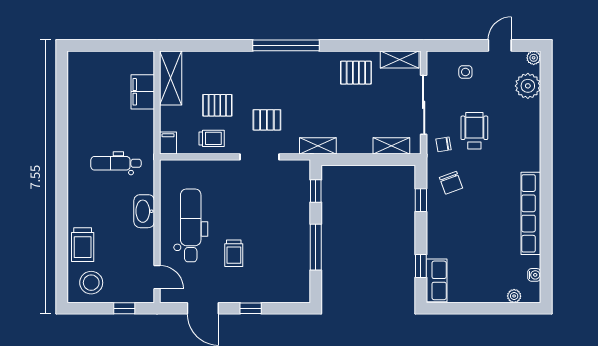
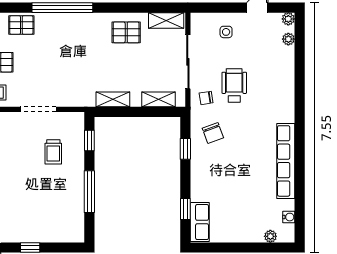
plant: (528, 86) -> (288, 39), width x0.53, depth x0.53
pallet: (267, 120) -> (21, 25), moved
shelving: (318, 146) -> (113, 99), moved
trolley: (234, 253) -> (53, 152), moved

